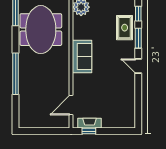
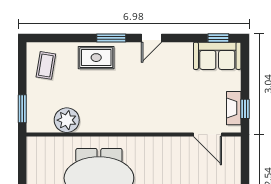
window: (138, 14) -> (218, 38), moved
sofa: (82, 57) -> (217, 56), moved, turned 180

